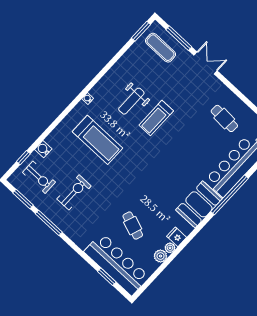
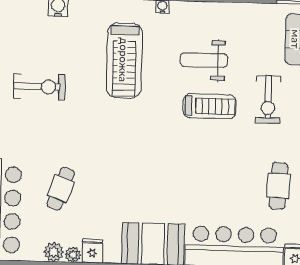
treadmill: (156, 118) -> (210, 106), turned 180
exercise bike: (39, 177) -> (268, 99), moved

